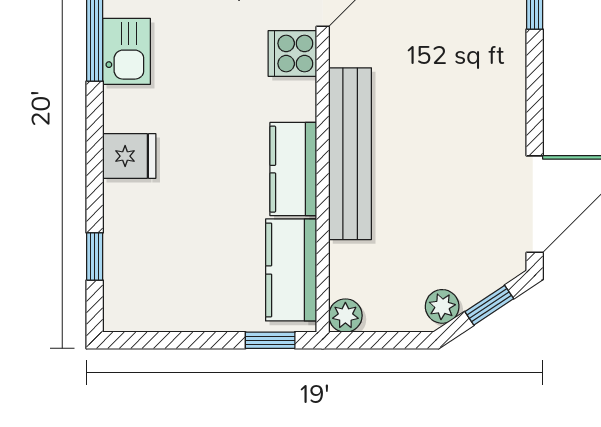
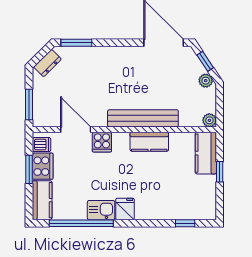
fridge: (129, 156) -> (125, 209), moved
kitchen counter: (291, 270) -> (206, 153), moved, turned 90
window: (270, 340) -> (220, 172), moved

